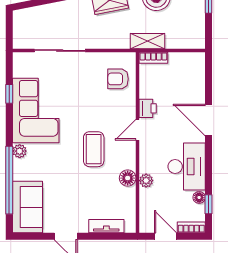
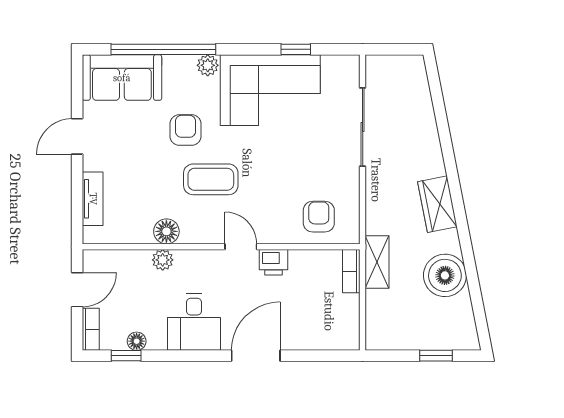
armchair: (62, 166) -> (185, 130), added
desk: (187, 167) -> (194, 322), width x0.73

